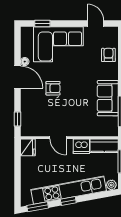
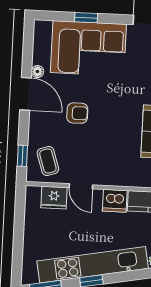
window: (42, 23) -> (86, 18), moved
coffee table: (35, 122) -> (48, 161), added
fridge: (28, 147) -> (54, 198), moved, turned 90

